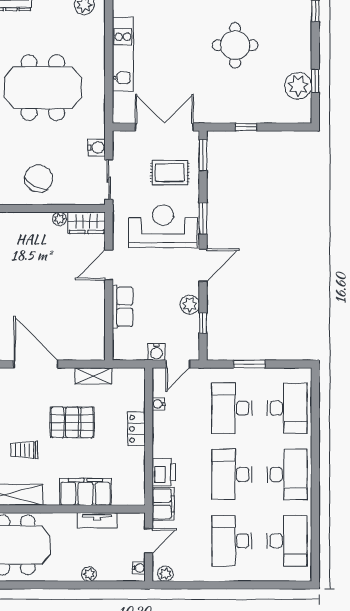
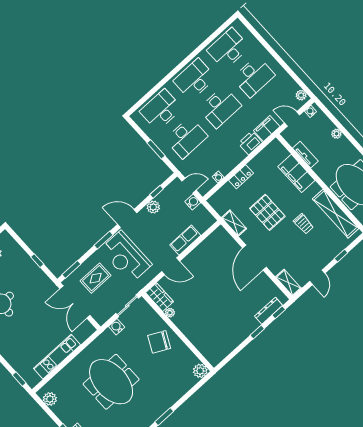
rug: (170, 173) -> (96, 278), turned 90

